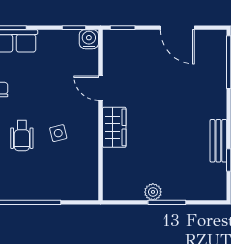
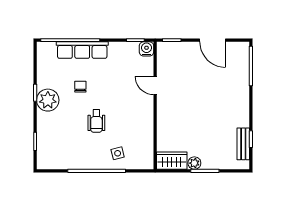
wardrobe: (114, 127) -> (172, 161), moved, turned -90
side table: (58, 133) -> (118, 153), moved
bench: (218, 141) -> (243, 144), moved

